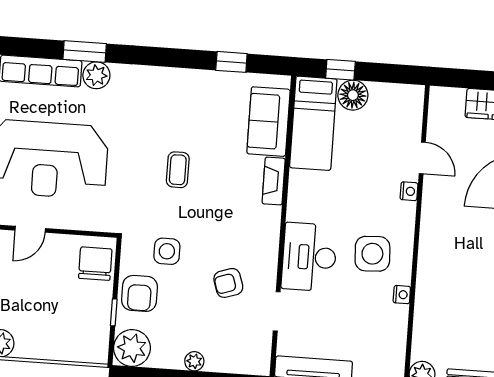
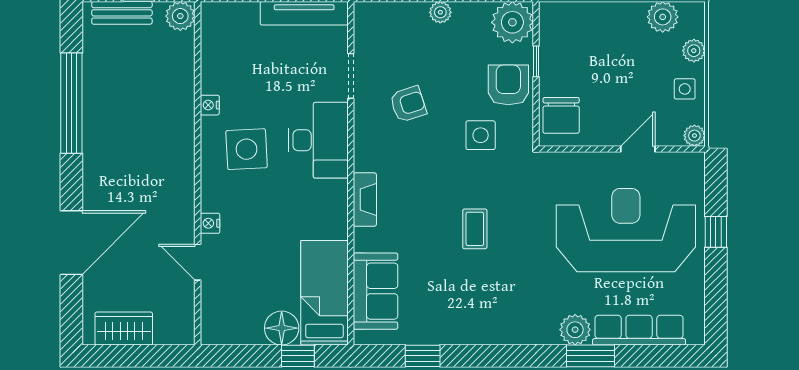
fireplace: (274, 181) -> (365, 200), moved

